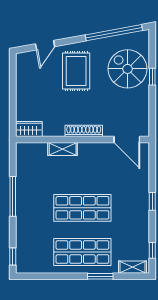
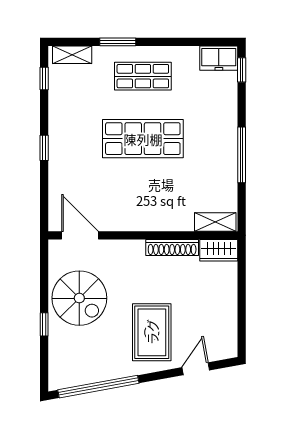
spiral stairs: (127, 69) -> (79, 298), moved
shoe rack: (84, 131) -> (172, 247), moved
shelving: (63, 149) -> (215, 222), moved
shop shelf: (82, 252) -> (143, 76), width x0.70, depth x0.74
freezer: (29, 265) -> (219, 58), added

